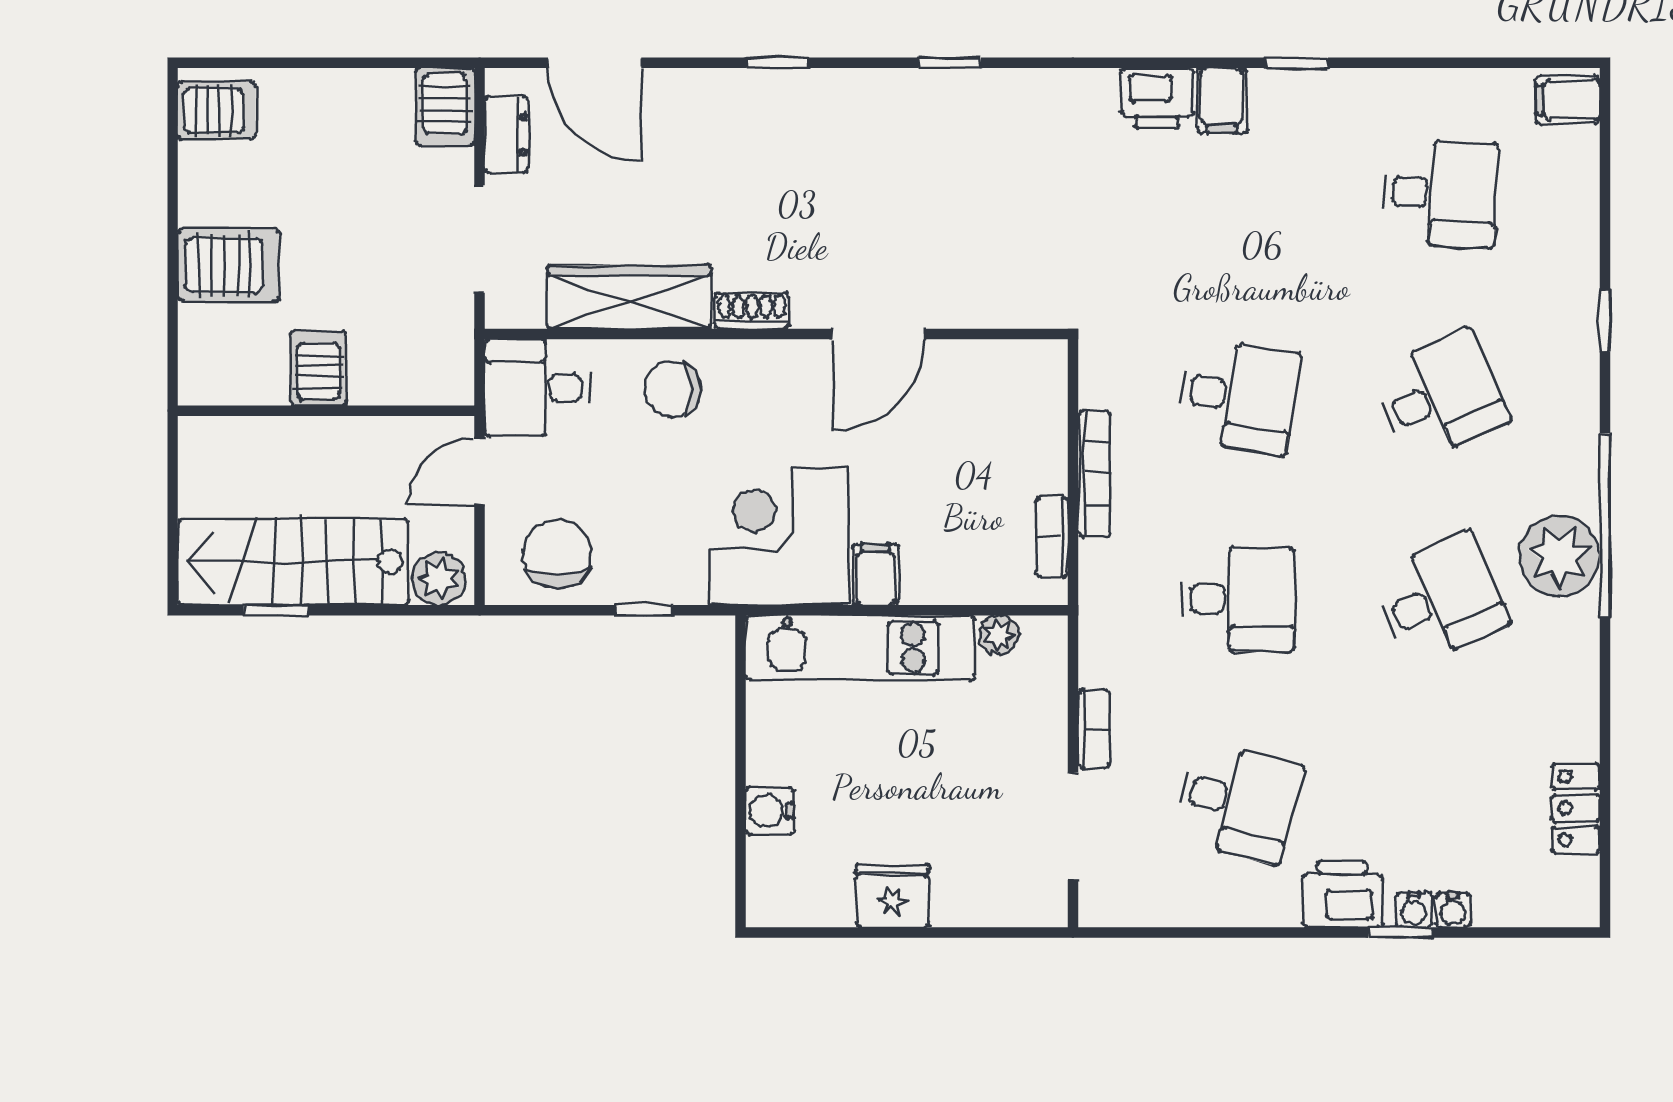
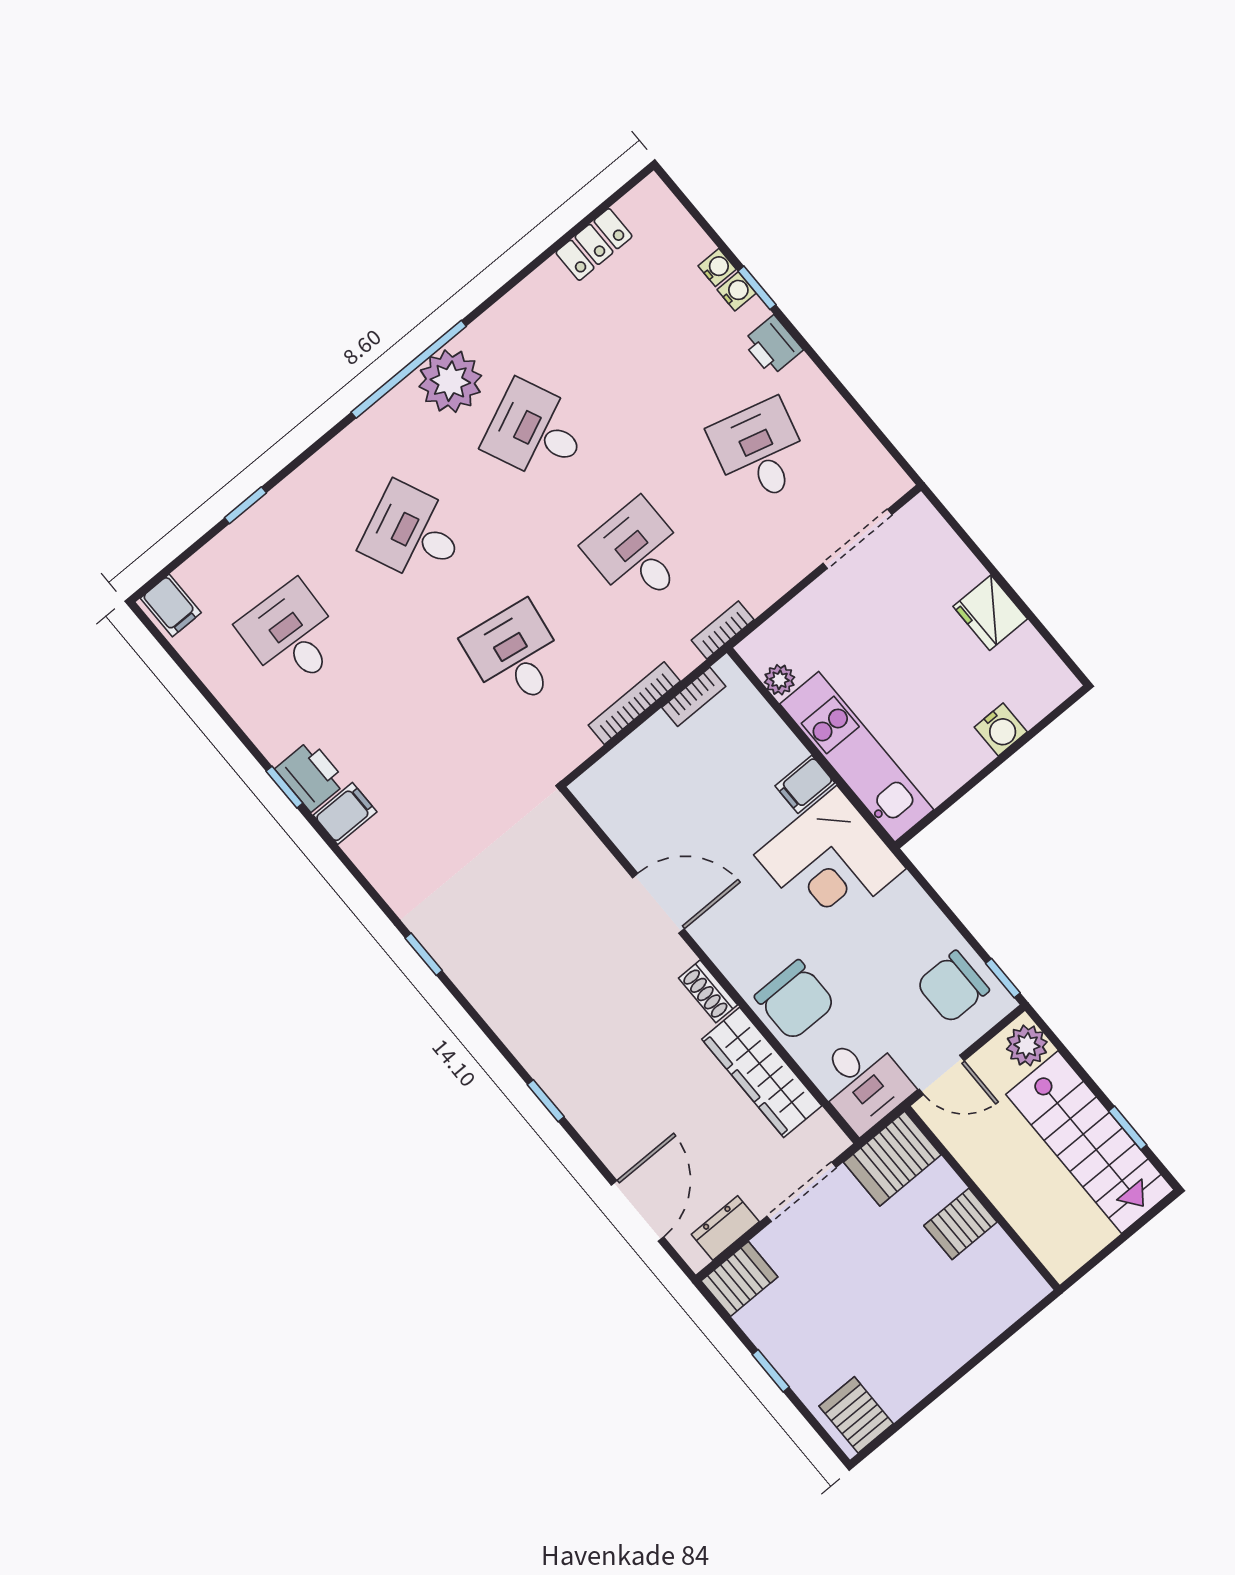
window: (330, 63) -> (771, 1371), added
window: (950, 63) -> (424, 954), moved
printer: (1157, 98) -> (311, 776), moved
server rack: (229, 265) -> (892, 1159), moved, turned -90
window: (1605, 320) -> (245, 505), moved
chair: (672, 389) -> (795, 1000), width x1.37, depth x1.37
window: (644, 610) -> (1003, 978), moved
bookcase: (1094, 729) -> (723, 630), moved
printer: (1342, 894) -> (772, 346), width x0.73, depth x0.81

